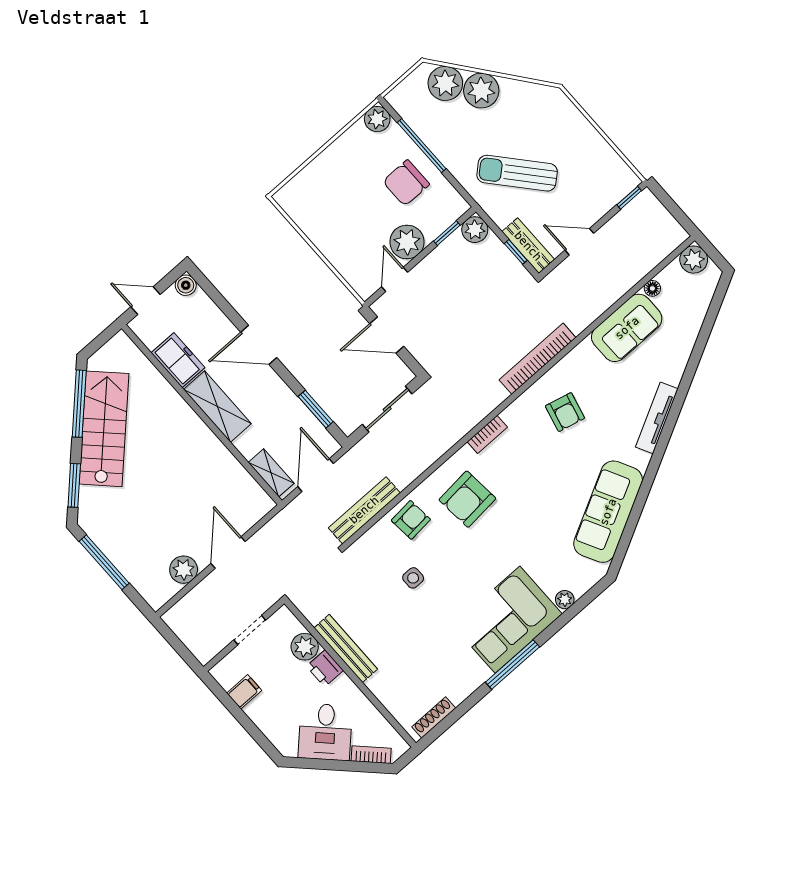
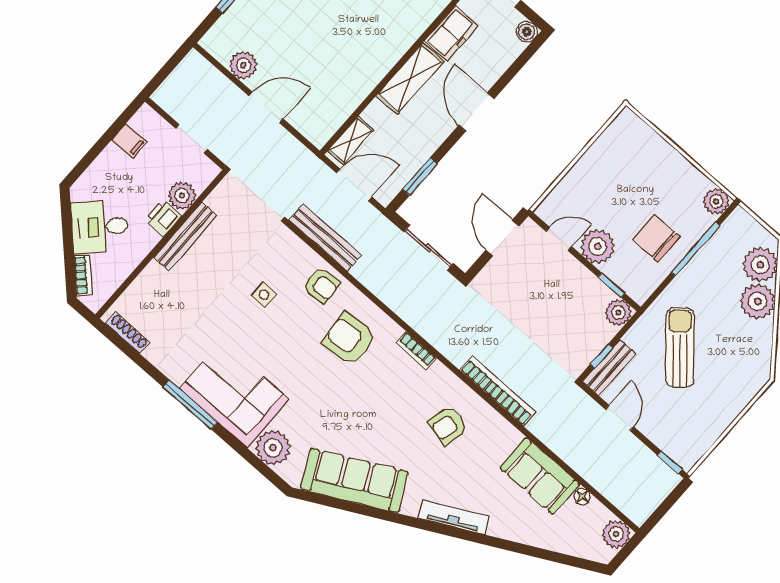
plant: (565, 600) -> (273, 448), width x1.88, depth x1.88

